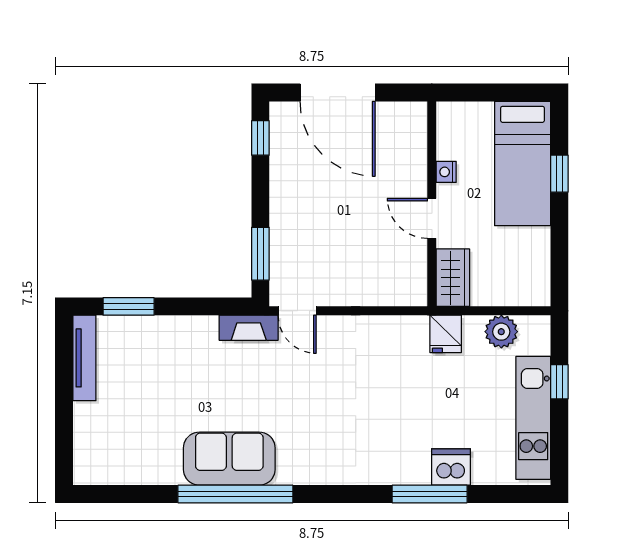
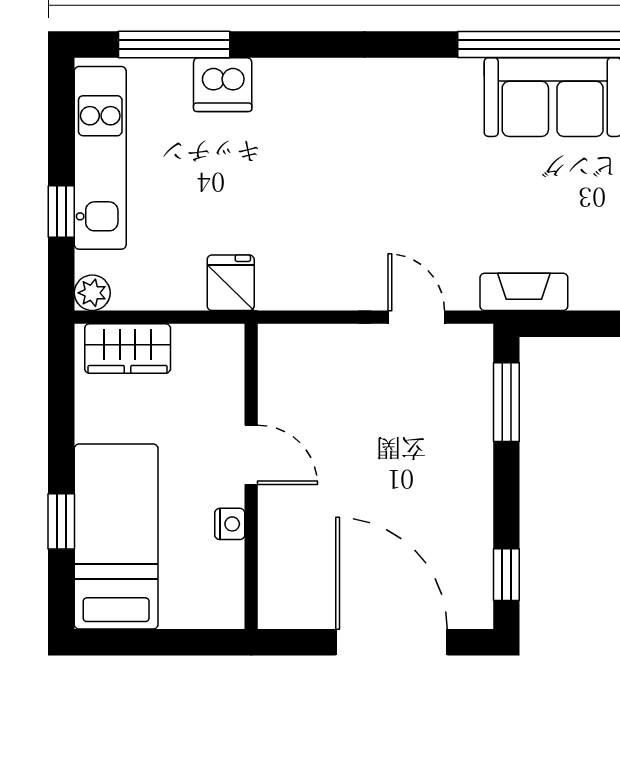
wardrobe: (453, 278) -> (128, 349), moved, turned -90
door: (297, 311) -> (416, 317), moved
plant: (501, 332) -> (92, 293), moved, width x0.73, depth x0.73
window: (430, 494) -> (174, 44), moved

